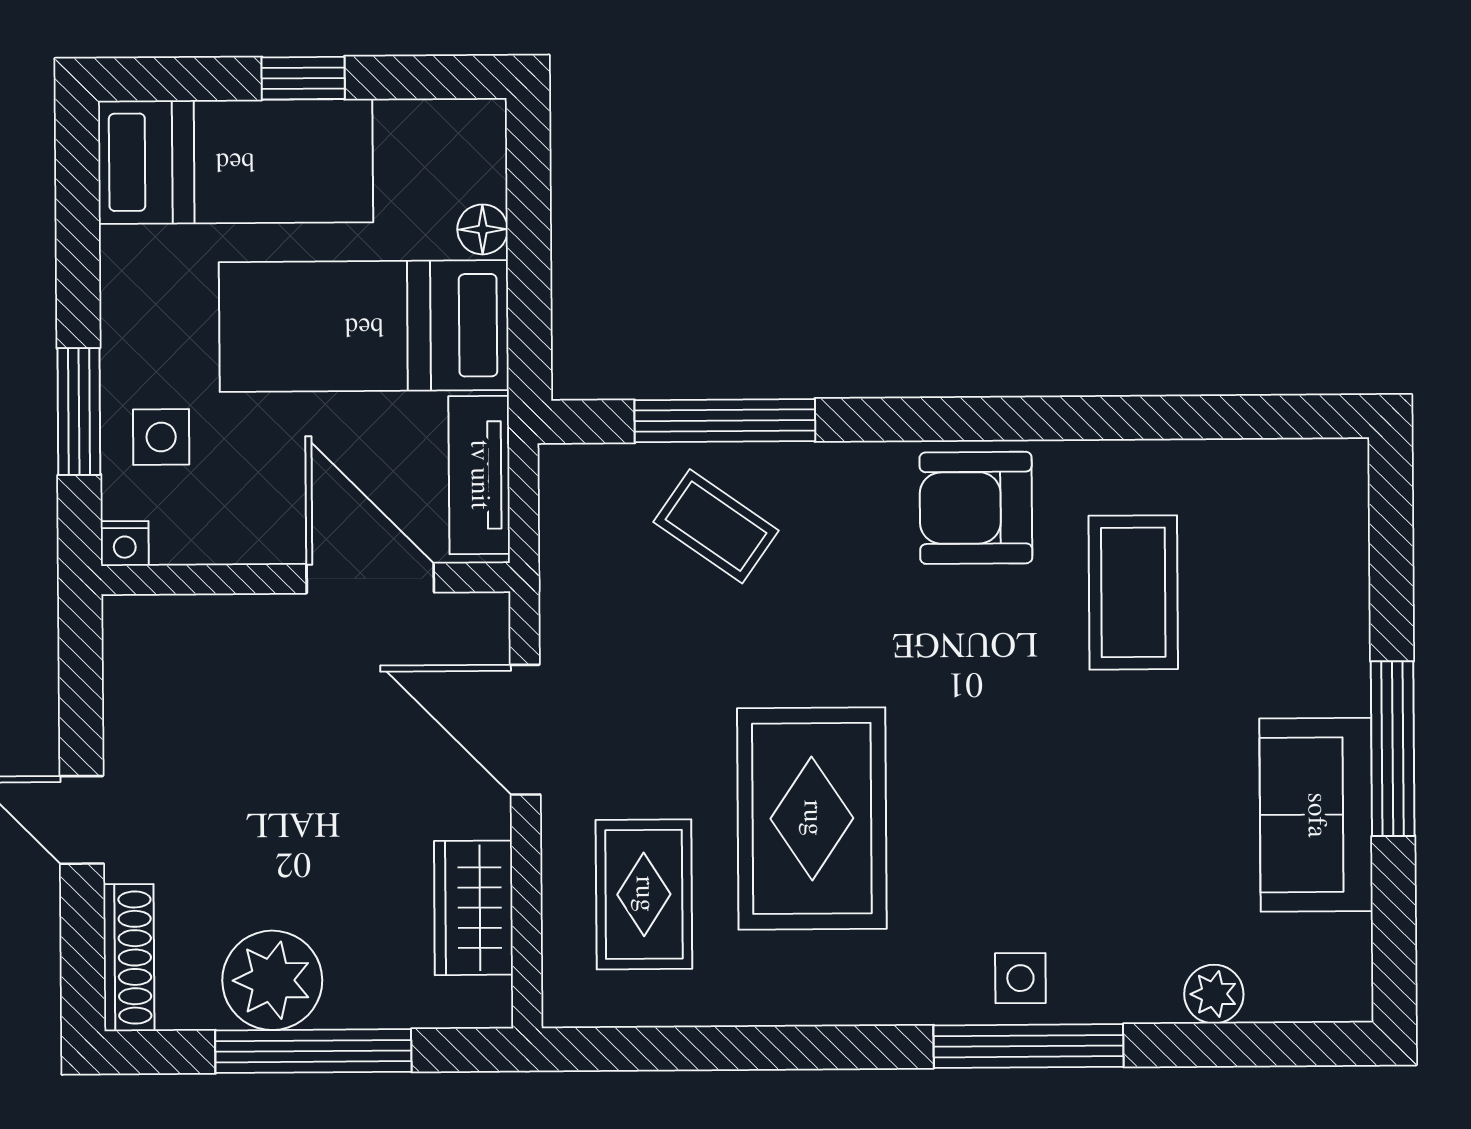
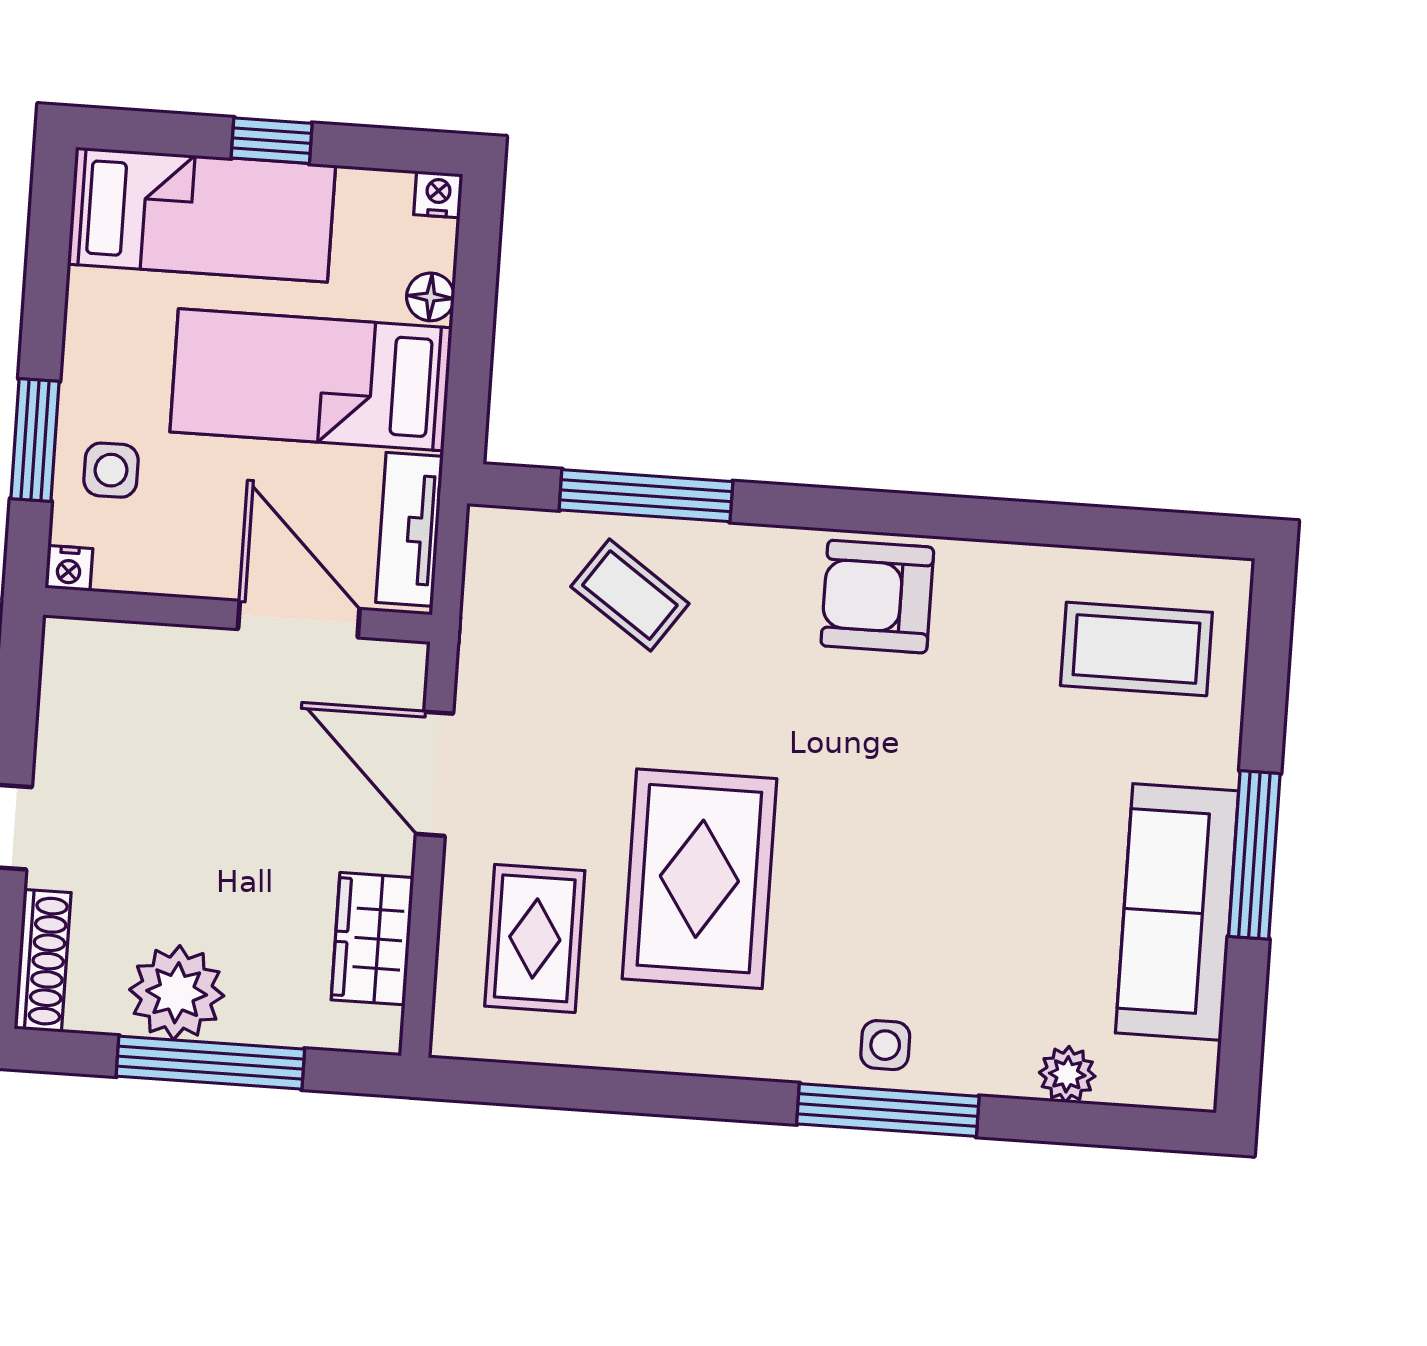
nightstand: (482, 121) -> (438, 194), added
coffee table: (1133, 592) -> (1136, 649), moved, turned 90
sofa: (1316, 815) -> (1177, 912), width x1.36

